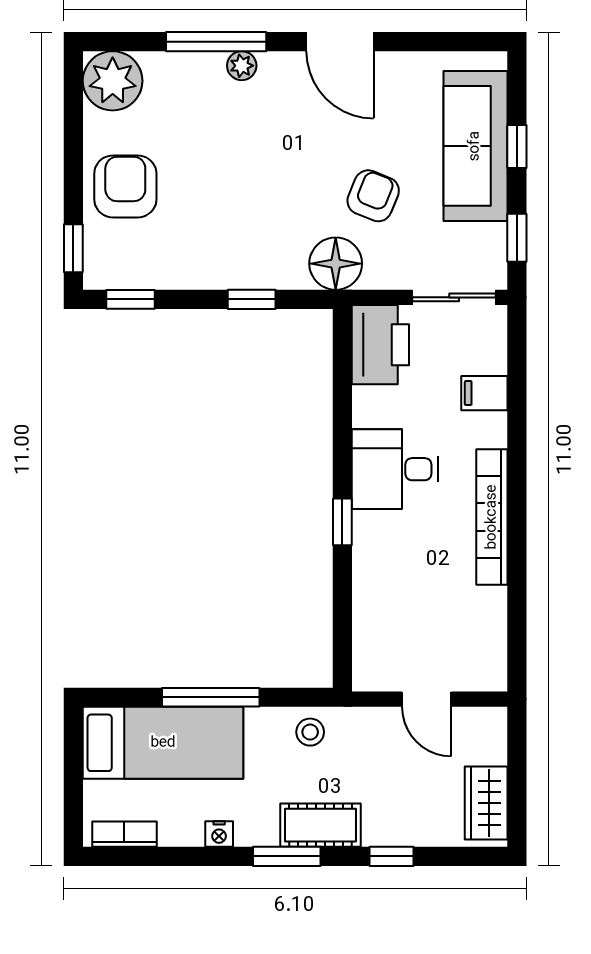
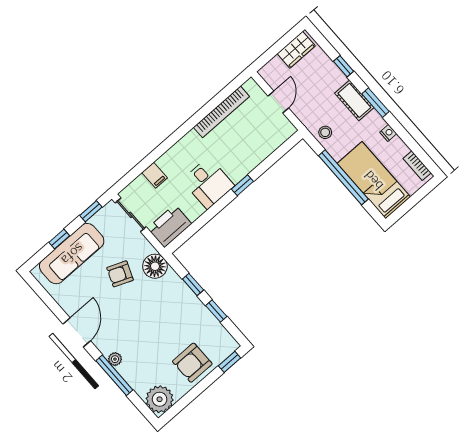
window: (131, 299) -> (216, 311), moved
bookcase: (492, 517) -> (221, 112), moved
window: (211, 697) -> (343, 177), width x1.46

